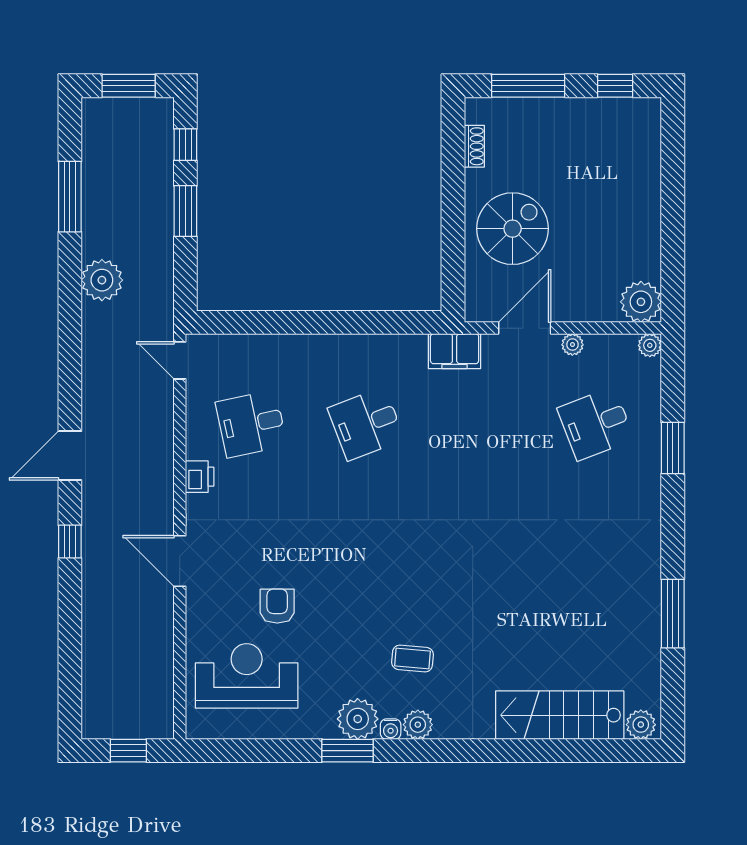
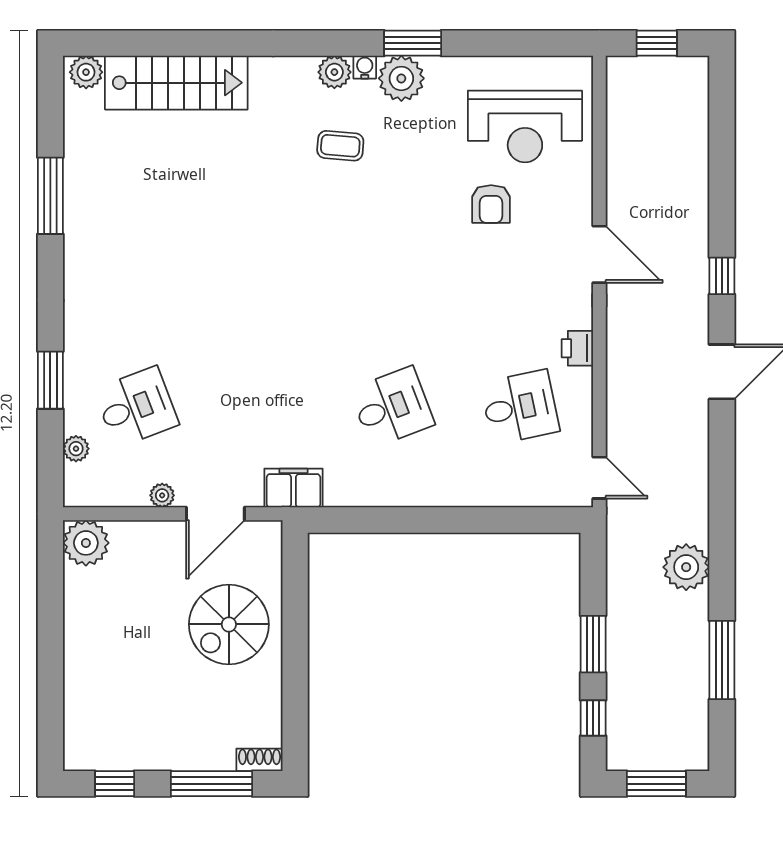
shoe rack: (474, 146) -> (259, 760), moved, turned 90
plant: (650, 345) -> (76, 449), moved

